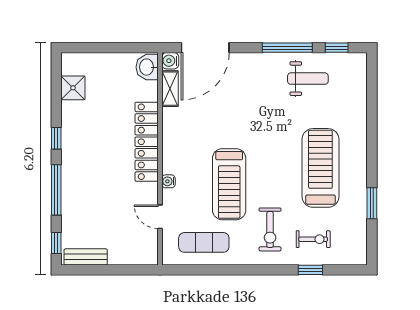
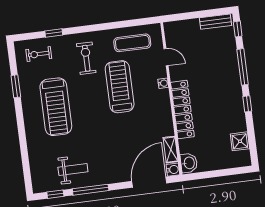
weight bench: (308, 79) -> (73, 169), turned 180
exercise bike: (313, 239) -> (39, 54), moved

